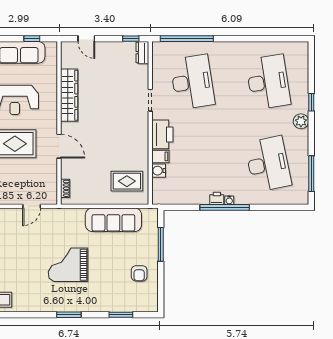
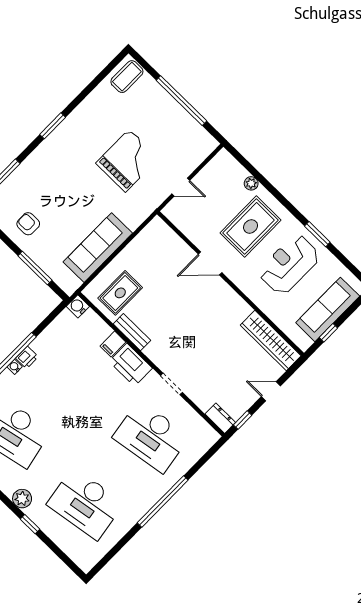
door: (86, 39) -> (271, 391), moved
window: (187, 39) -> (163, 501), moved
wardrobe: (69, 95) -> (271, 341), moved
bench: (143, 152) -> (132, 332), added
water cooler: (159, 171) -> (78, 306), moved, turned -90
shoe rack: (65, 188) -> (167, 232), removed
door: (32, 206) -> (181, 187), swing flipped
grand piano: (68, 265) -> (127, 161), moved

